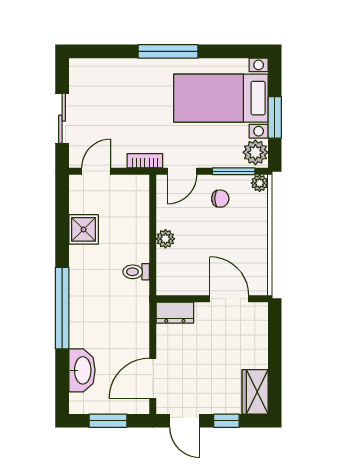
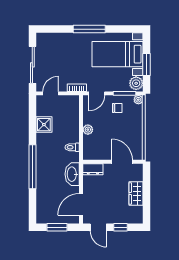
sliding door: (62, 118) -> (32, 65), width x1.37
washbasin: (82, 370) -> (72, 174), moved, turned 180
wardrobe: (255, 392) -> (136, 193), moved

